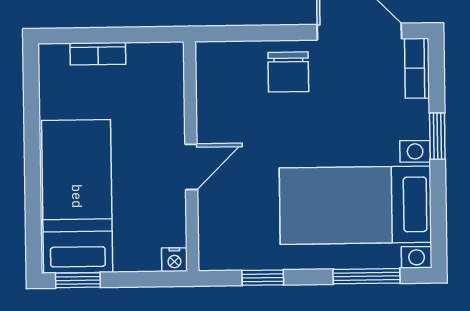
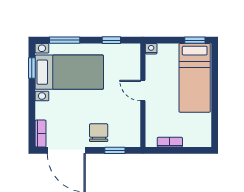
window: (252, 33) -> (115, 150), added
bookcase: (98, 54) -> (170, 142), moved
window: (437, 136) -> (32, 68), moved
door: (191, 167) -> (143, 90), hinge flipped

